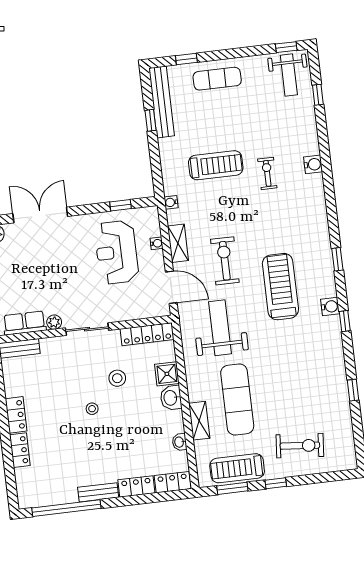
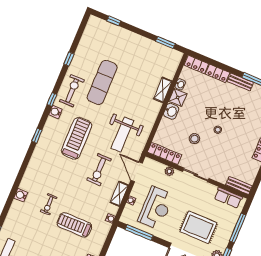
window: (120, 205) -> (139, 232), width x2.17
rug: (43, 259) -> (198, 227), added
treadmill: (280, 287) -> (77, 138), turned 180
plant: (54, 322) -> (169, 171), moved
shower: (167, 374) -> (178, 97), moved
exercise mat: (237, 399) -> (102, 82), moved
exercise bike: (300, 446) -> (72, 91), moved, turned 85
treadmill: (237, 468) -> (157, 52), removed
window: (276, 483) -> (114, 21), moved

